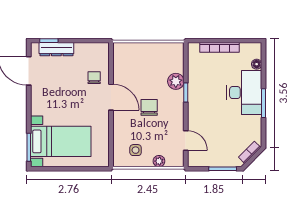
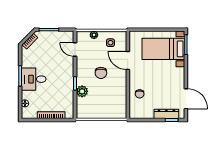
desk: (244, 93) -> (34, 79), width x0.73
door: (111, 97) -> (128, 61), moved

